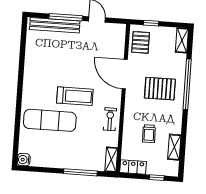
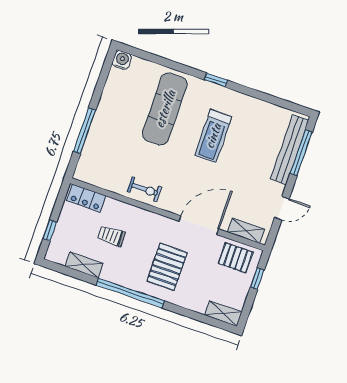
window: (66, 17) -> (301, 153), moved
window: (187, 84) -> (130, 293), moved
window: (20, 90) -> (216, 80), added
treadmill: (75, 96) -> (213, 136), moved
shelving: (111, 160) -> (246, 231), moved
locker: (133, 167) -> (86, 198), moved, turned 90

